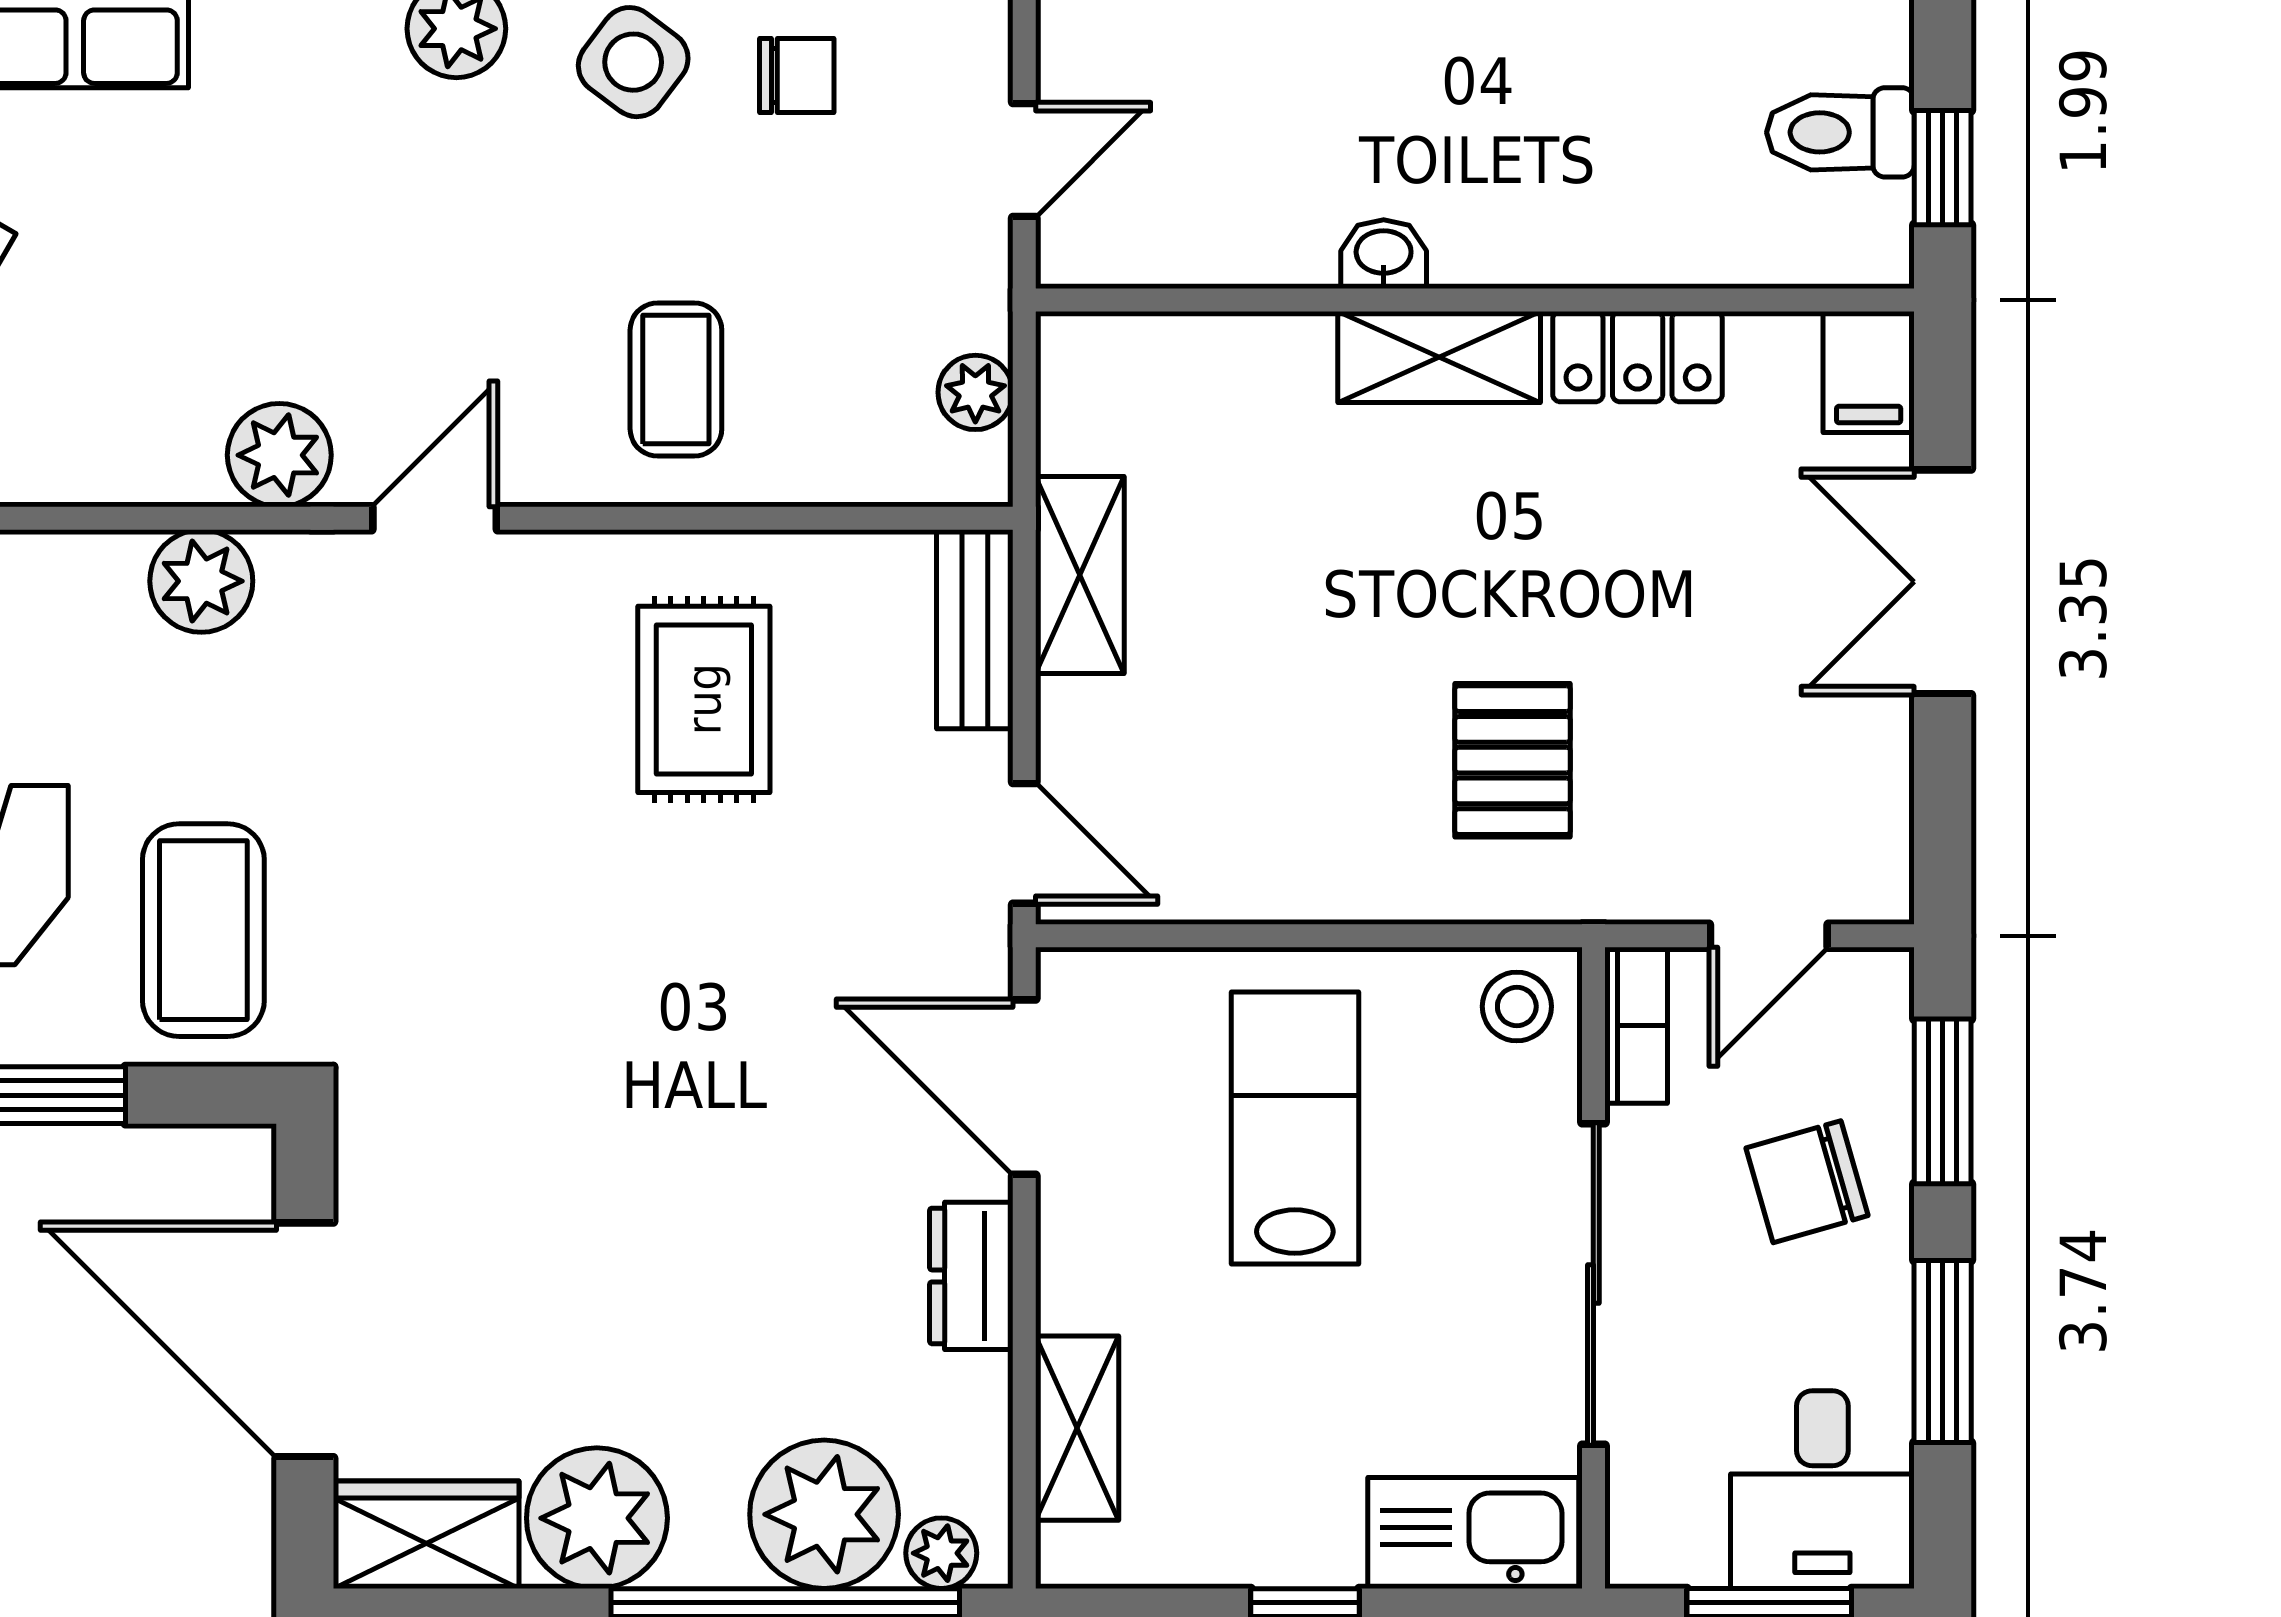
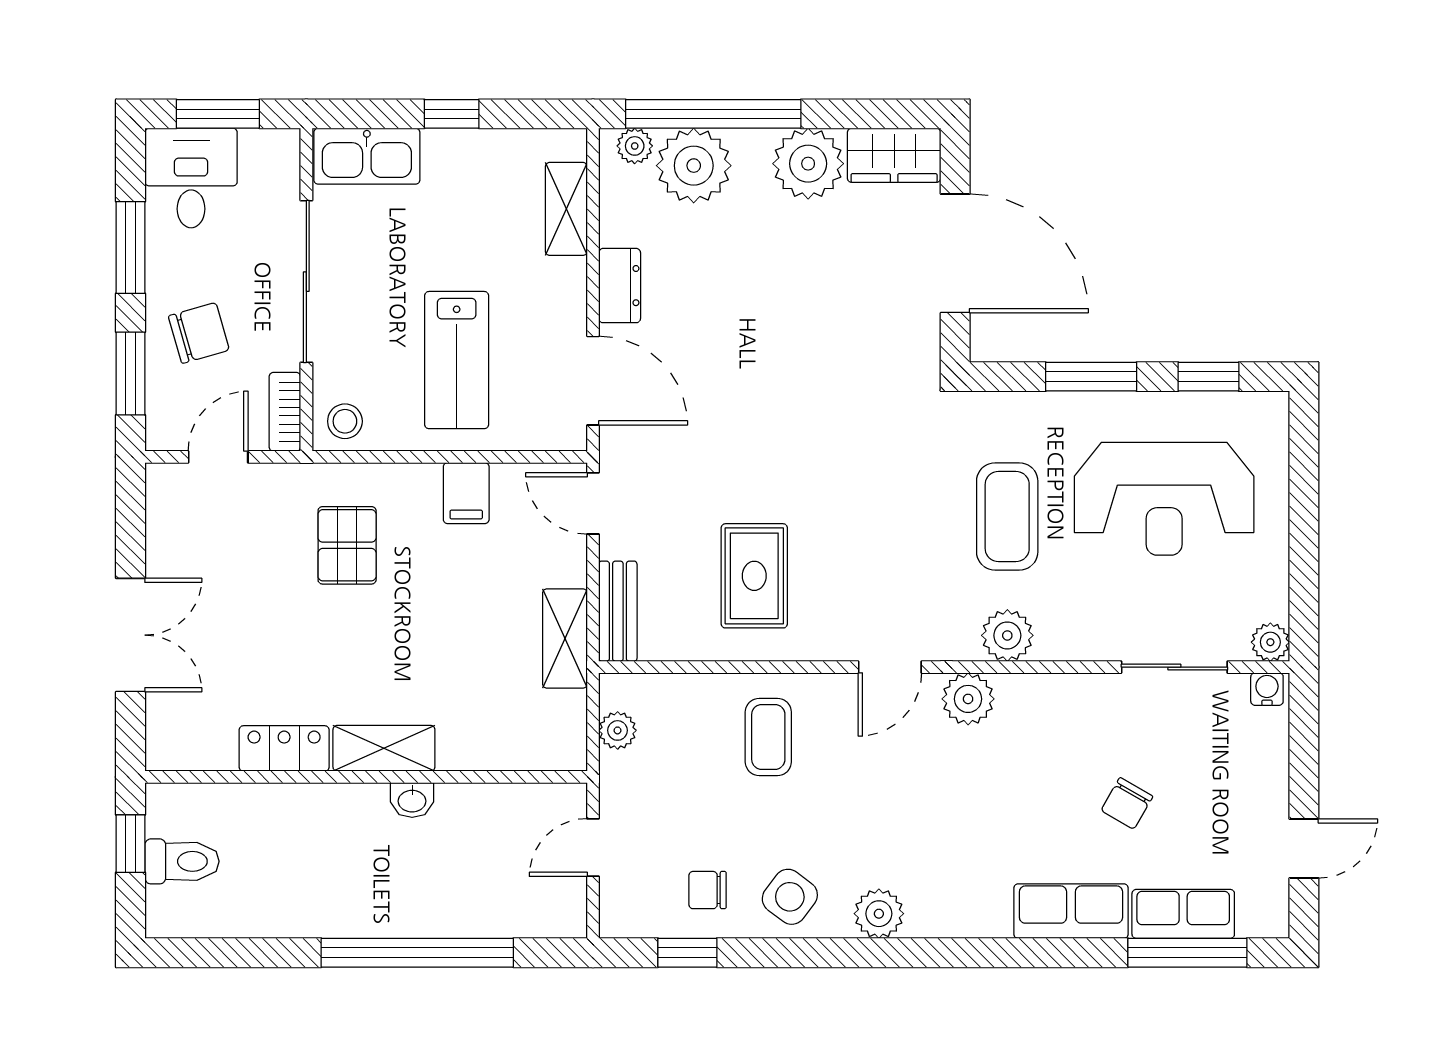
filing cabinet: (1869, 372) -> (466, 493), moved, turned 180
coffee table: (203, 930) -> (1007, 516), moved

